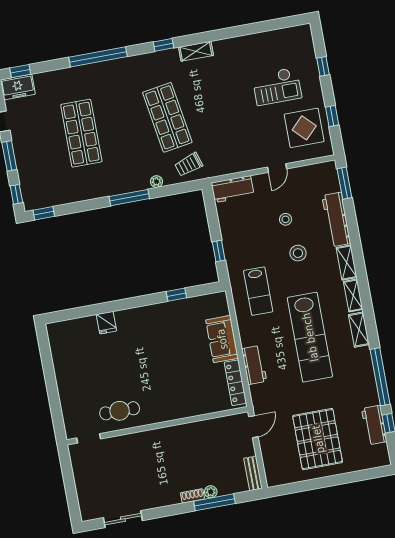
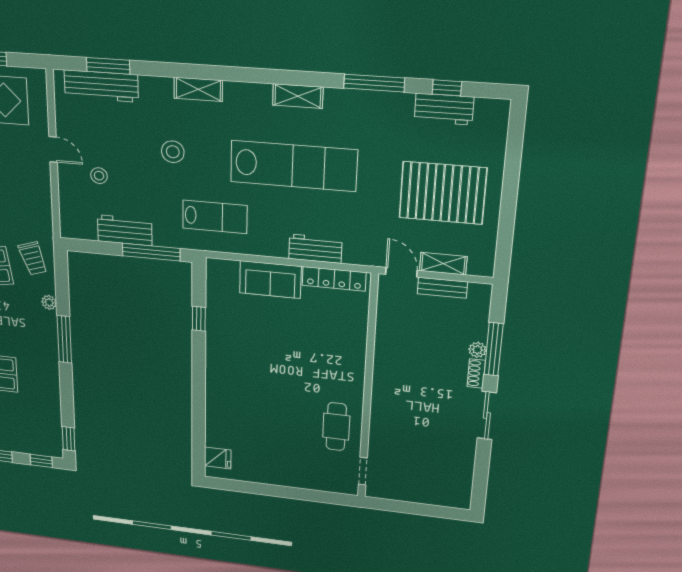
window: (344, 183) -> (108, 66), moved
workbench: (233, 189) -> (125, 230), moved, turned -90
stool: (286, 219) -> (99, 176), moved
workbench: (336, 219) -> (101, 86), moved
window: (219, 251) -> (151, 252), width x2.17
shelving: (353, 295) -> (443, 264), moved
fridge: (106, 323) -> (218, 458), moved
window: (380, 377) -> (374, 83), width x0.68
bench: (253, 473) -> (442, 288), moved
sliding door: (123, 519) -> (487, 416), moved

